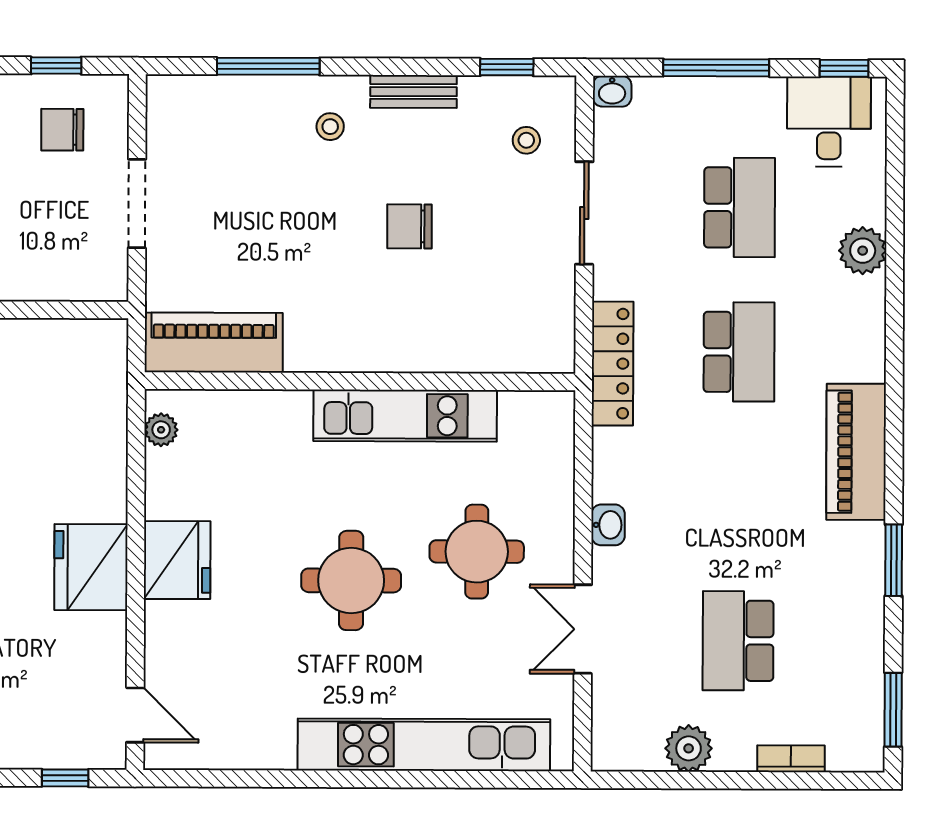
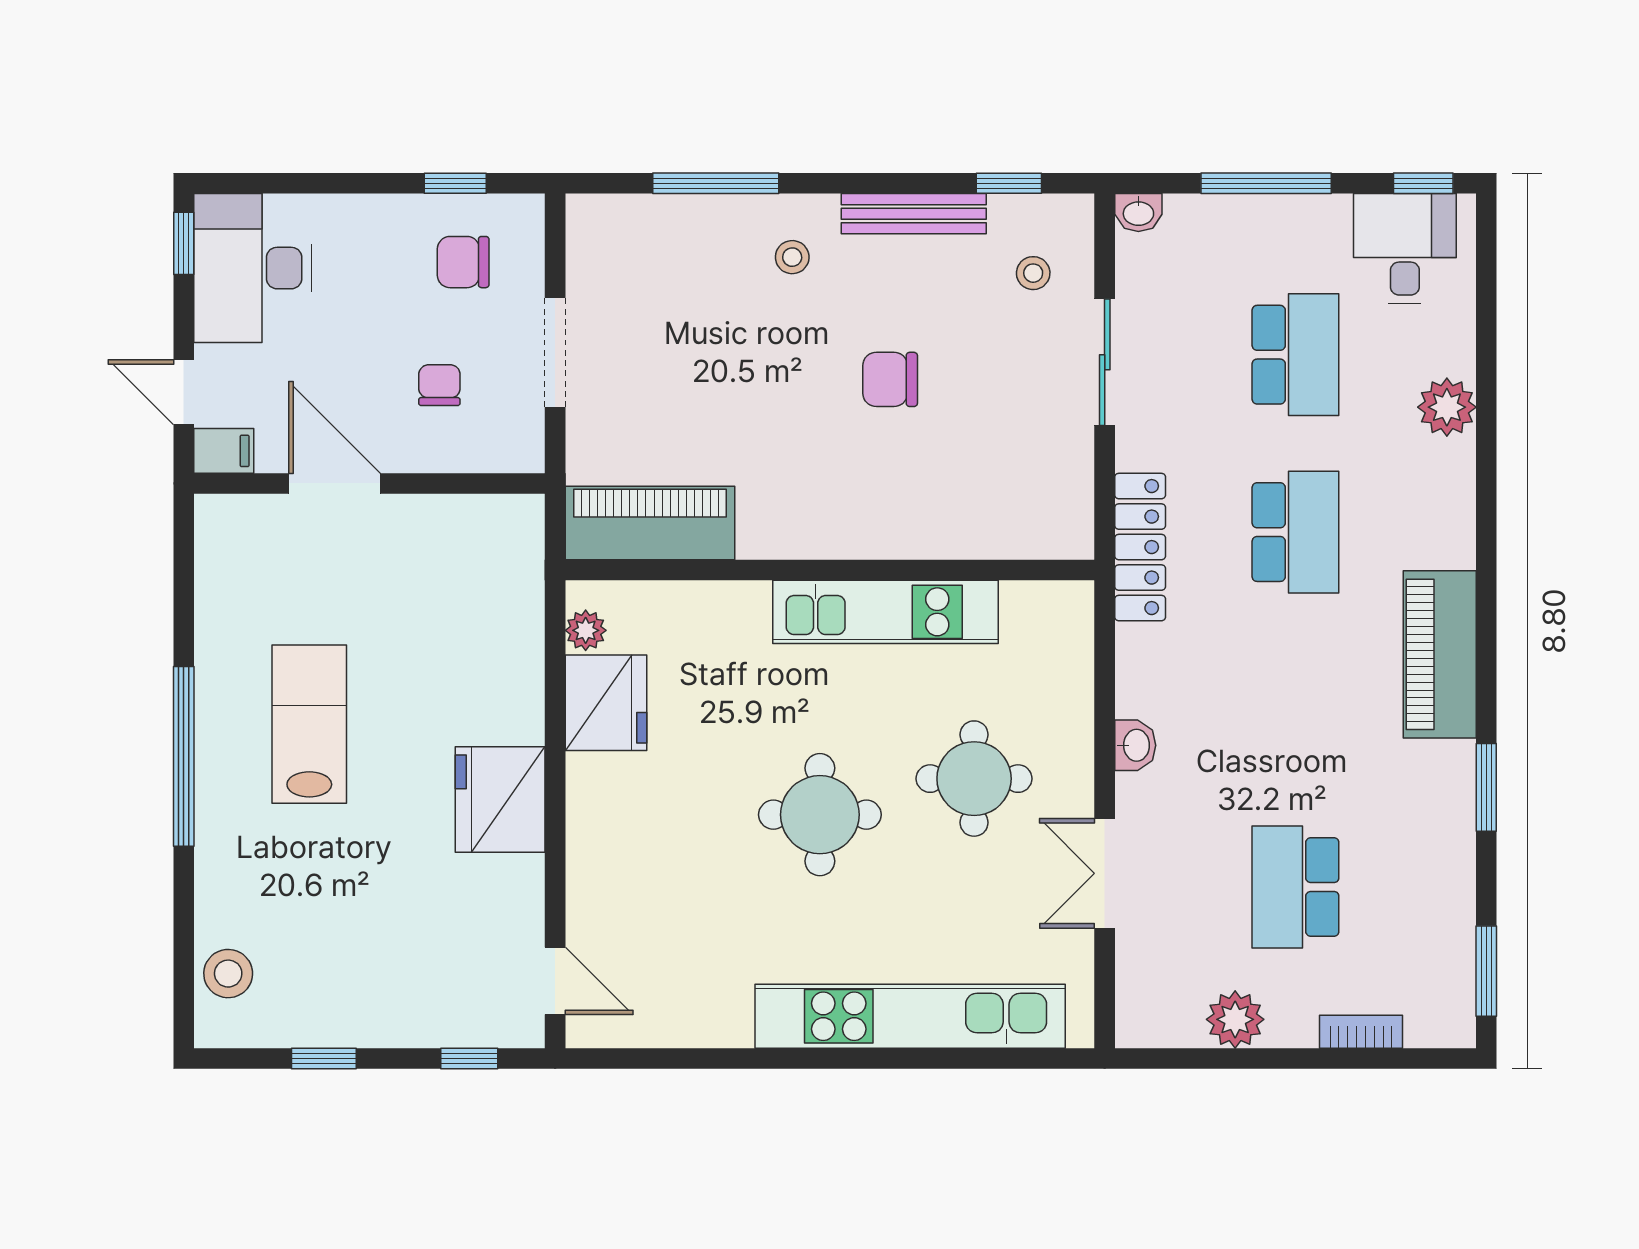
bench: (413, 92) -> (914, 214), width x1.36
chair: (43, 230) -> (439, 385), added
fridge: (177, 560) -> (606, 703), moved

